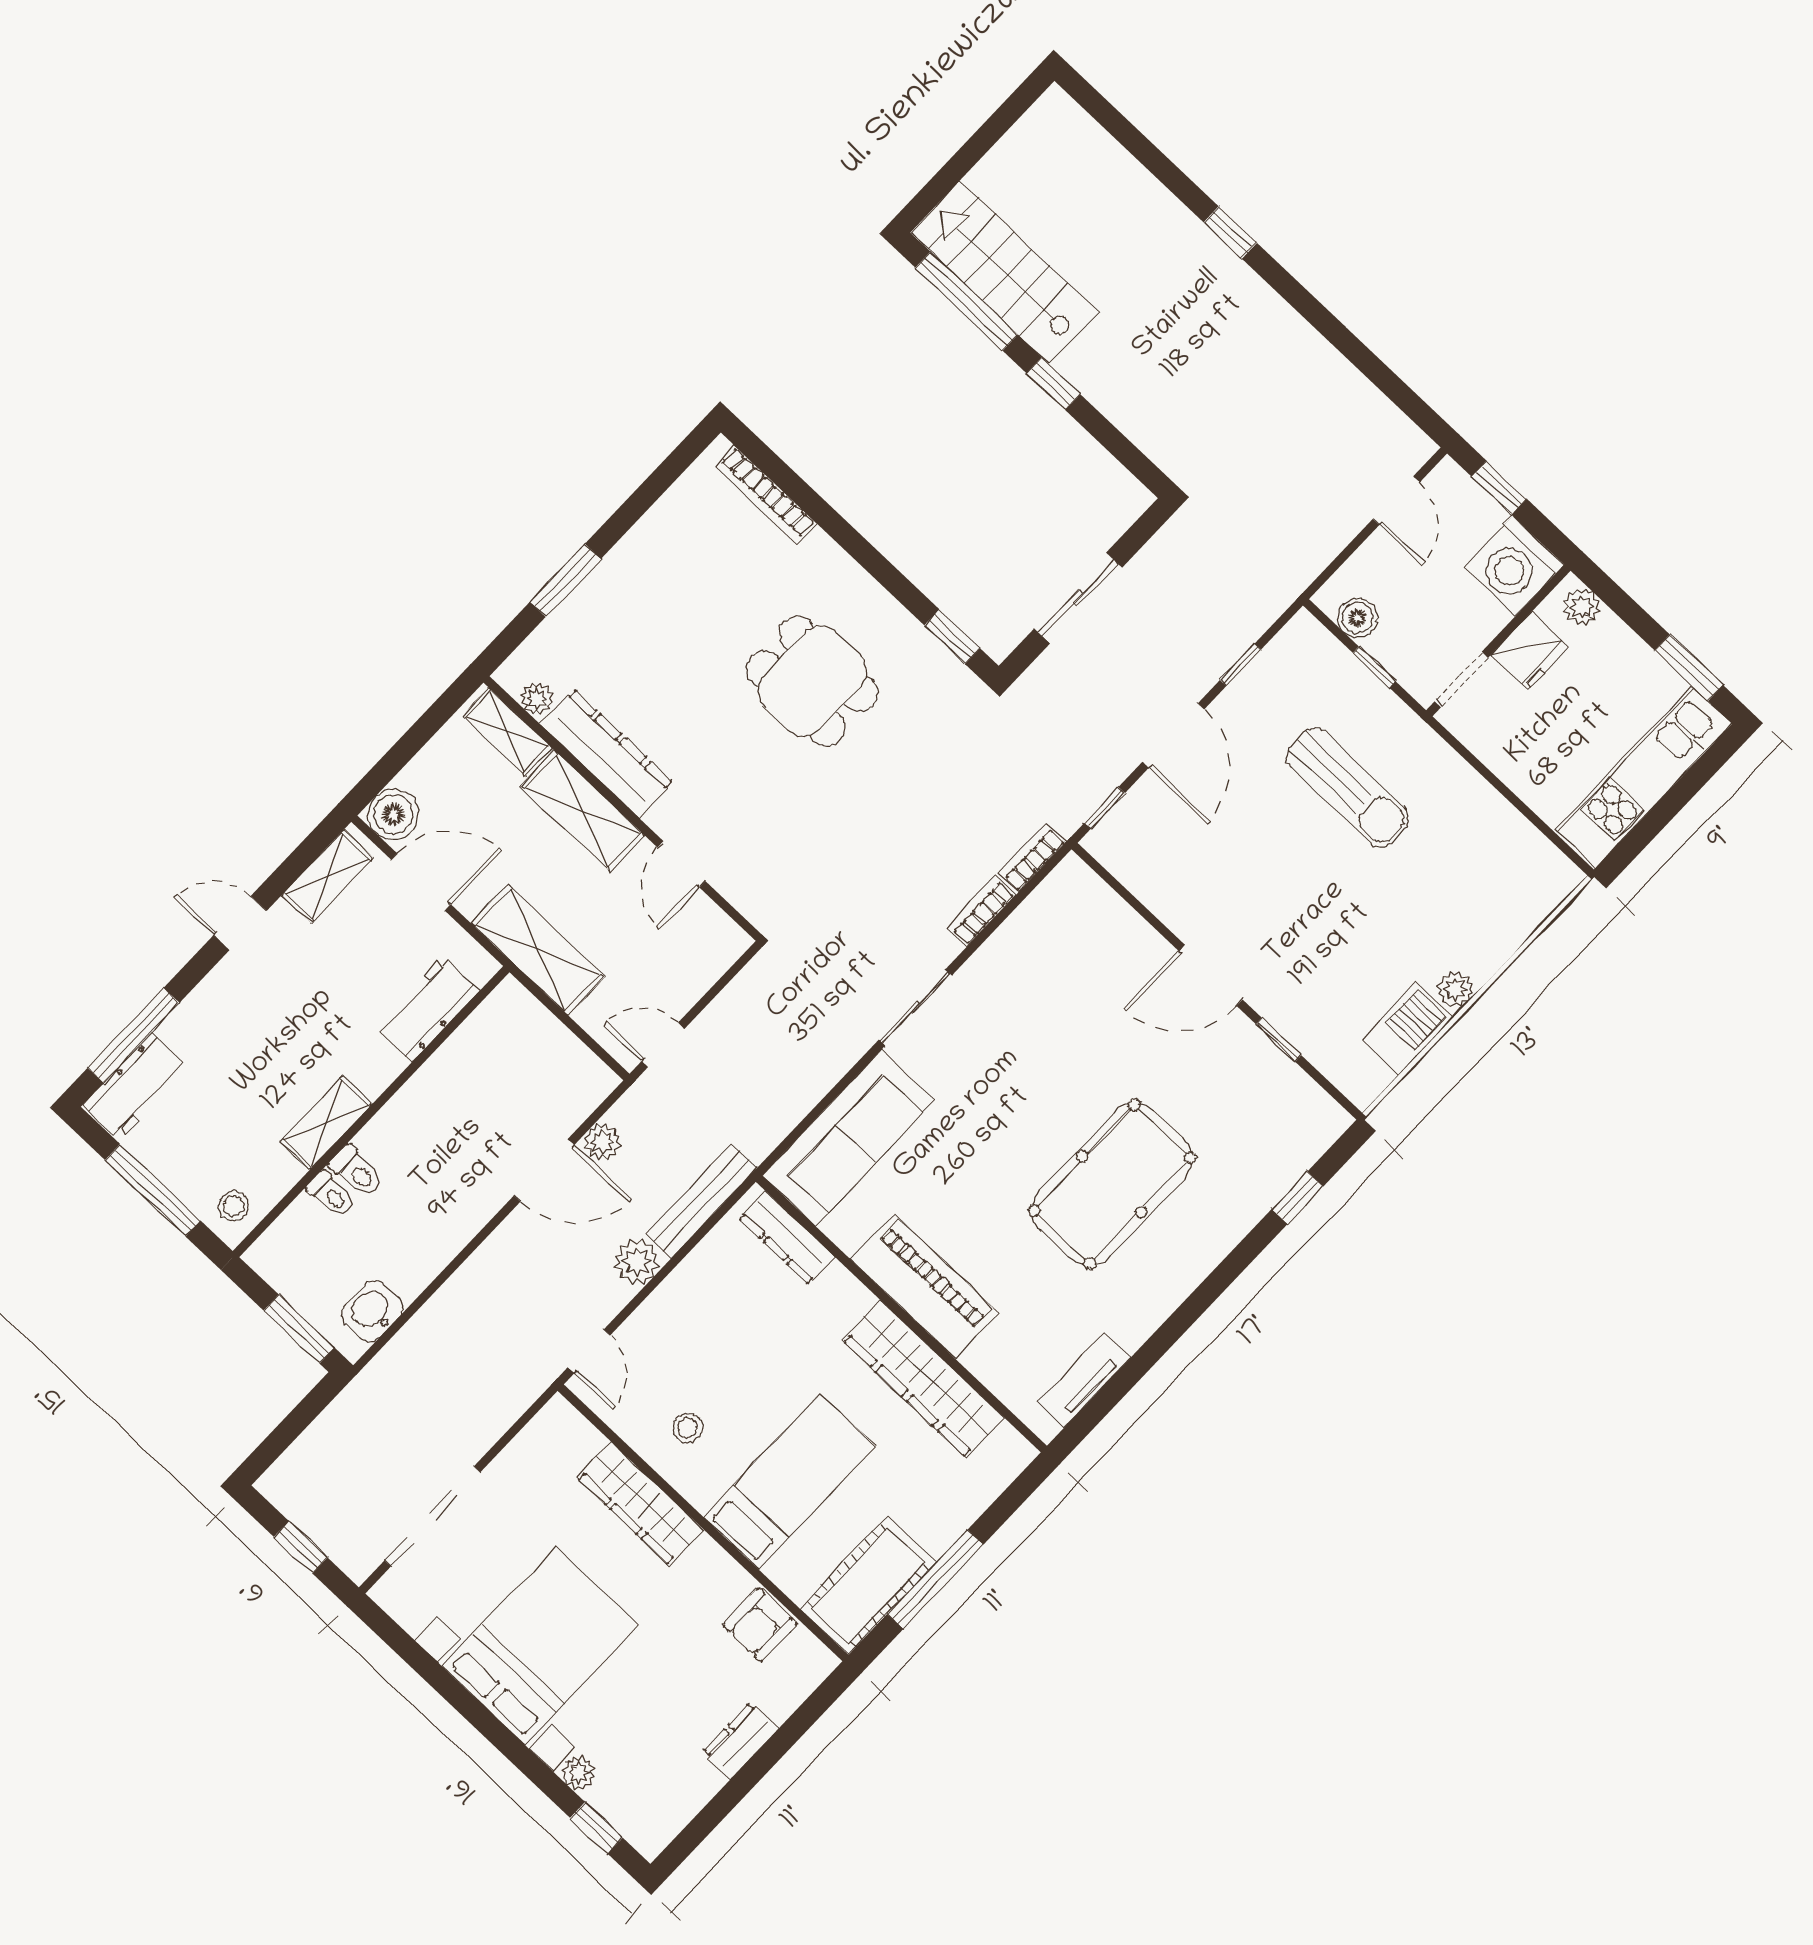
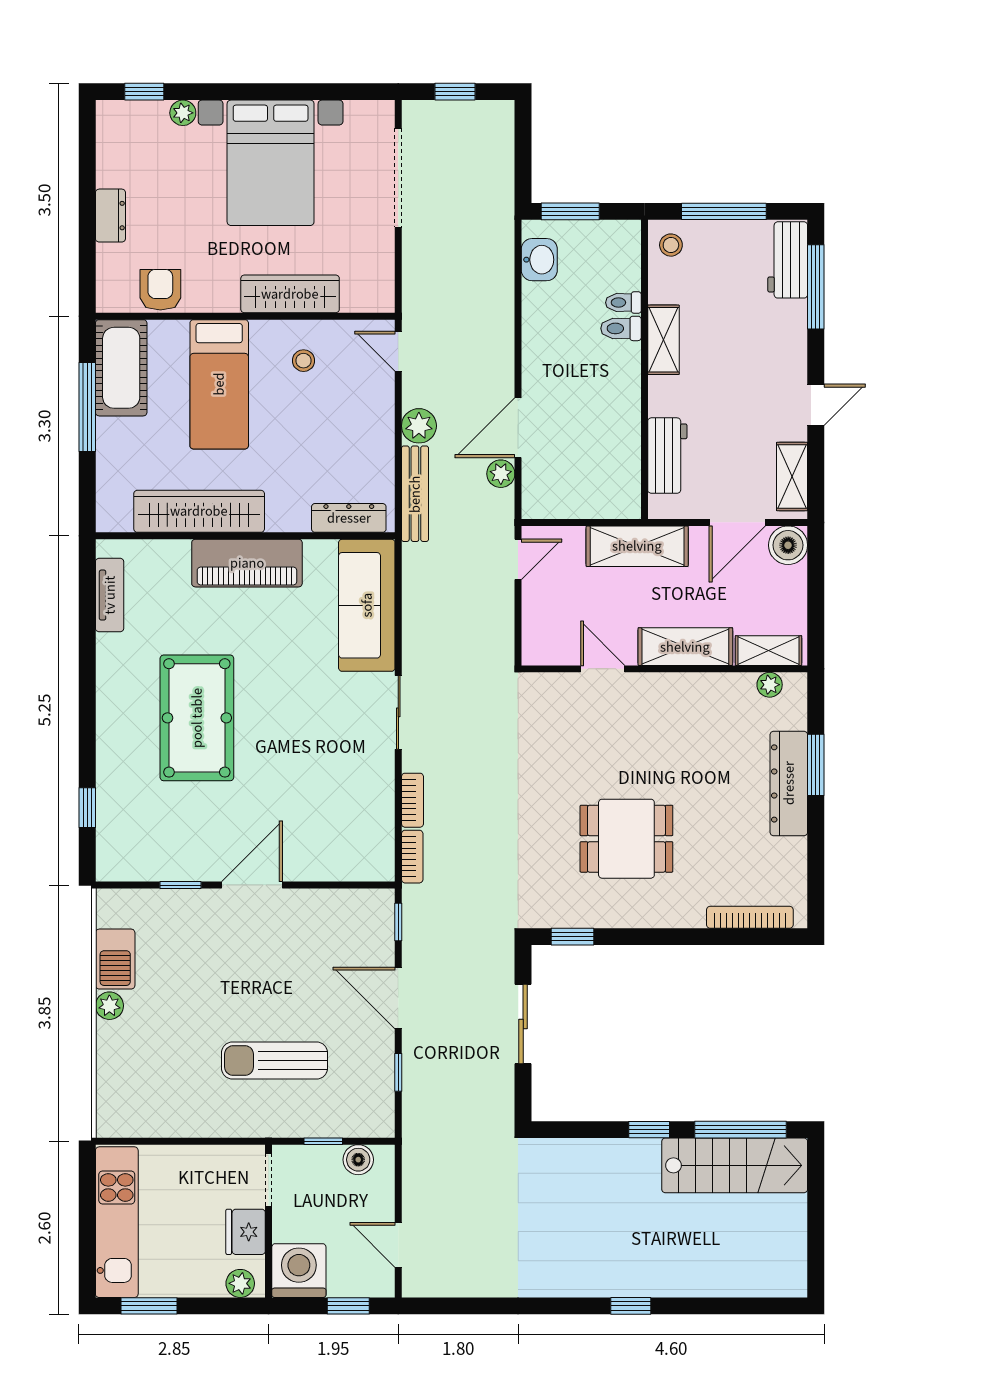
dresser: (607, 754) -> (789, 783), moved, turned 90

